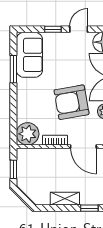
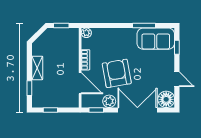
window: (53, 29) -> (177, 47), moved
plant: (28, 134) -> (86, 33), width x0.53, depth x0.53
door: (83, 147) -> (80, 83), swing flipped

